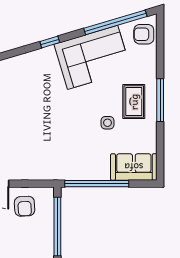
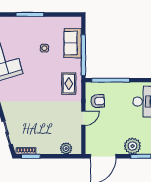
rug: (134, 102) -> (69, 84), moved, turned 90
sofa: (134, 167) -> (73, 43), moved

